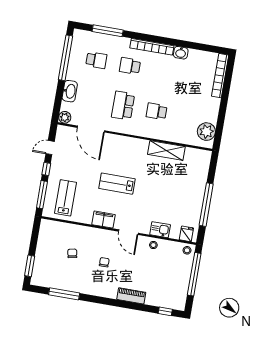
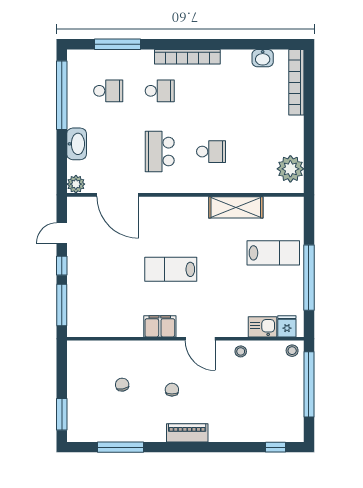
washbasin: (181, 53) -> (263, 58), moved
school desk: (130, 66) -> (160, 91), turned 180
school desk: (157, 111) -> (211, 152), turned 180
lab bench: (66, 198) -> (273, 253), moved, turned 90
kitchen sink: (160, 230) -> (263, 327), moved
piano: (131, 296) -> (187, 433), moved

